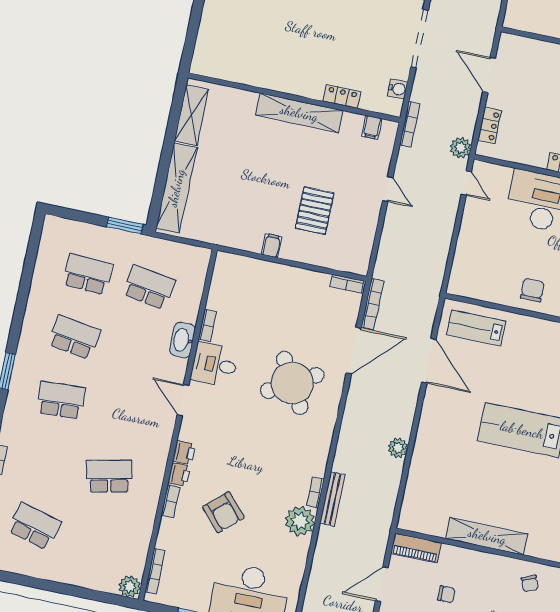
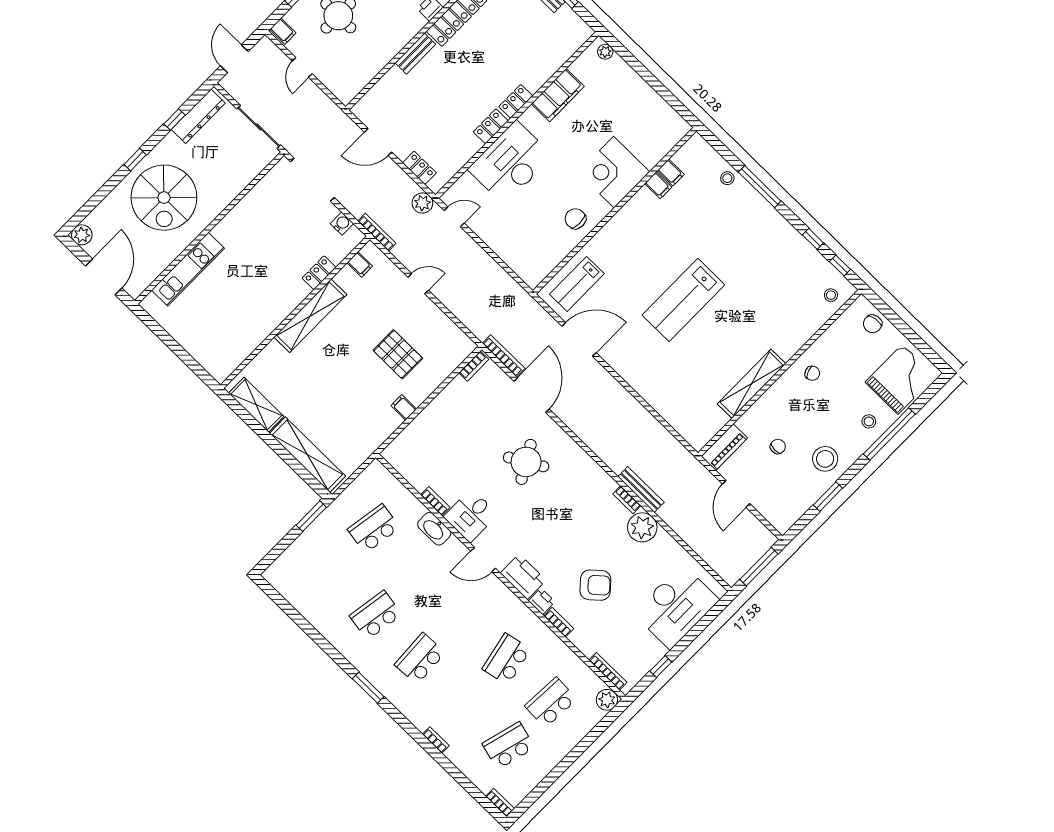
school desk: (88, 274) -> (551, 703), moved
round table: (292, 383) -> (526, 462), width x0.73, depth x0.73
plant: (398, 448) -> (634, 410), removed
printer: (184, 453) -> (523, 577), width x1.87, depth x1.48

